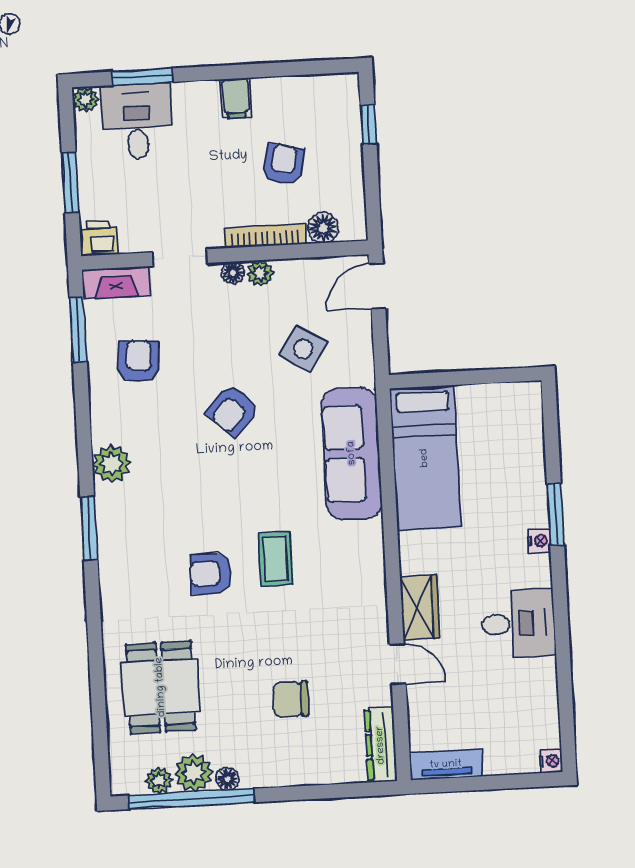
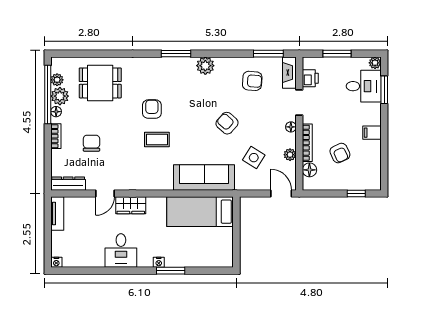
armchair: (283, 164) -> (340, 153), turned 53
printer: (99, 238) -> (310, 78), moved
plant: (260, 273) -> (290, 155), moved
bookcase: (280, 777) -> (56, 136), added

